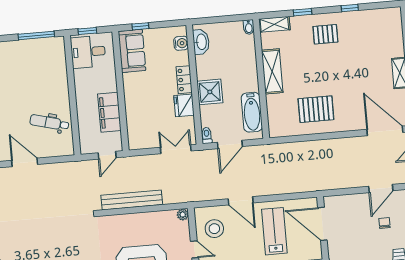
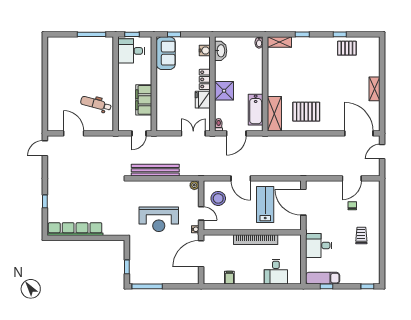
pallet: (325, 34) -> (347, 48), moved
shelving: (272, 71) -> (274, 114), moved

